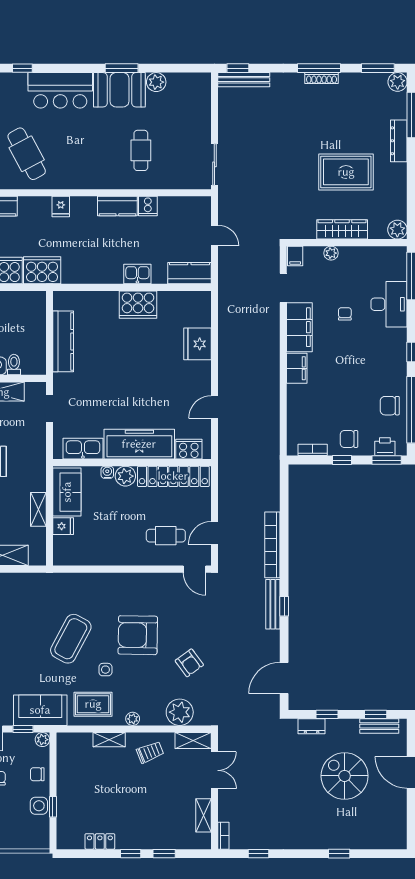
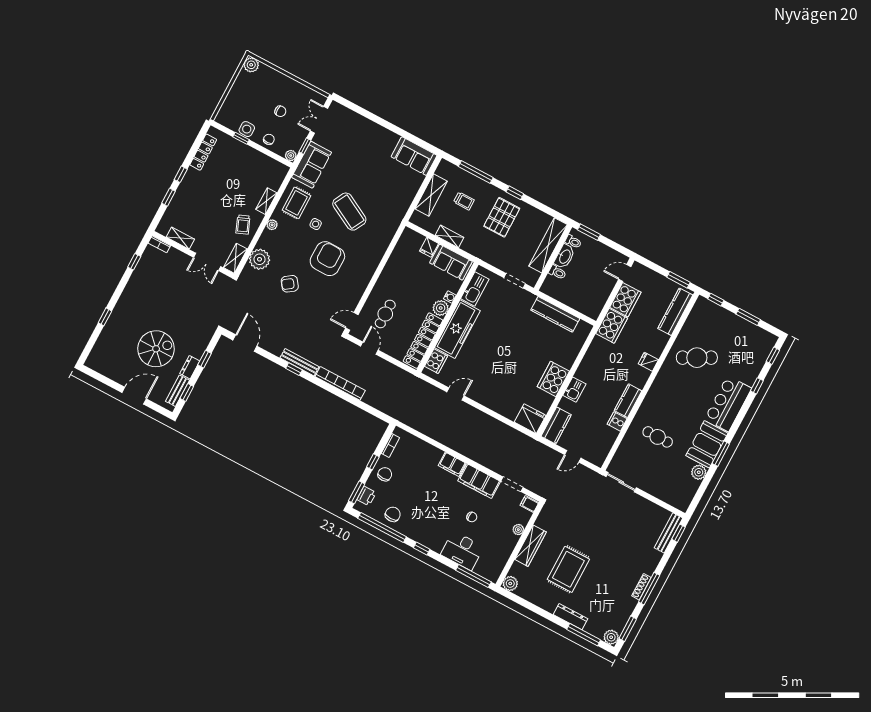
fridge: (197, 344) -> (530, 419), moved
door: (214, 407) -> (455, 394), hinge flipped
dresser: (312, 726) -> (190, 367), moved
locker: (100, 841) -> (203, 152), width x1.53

